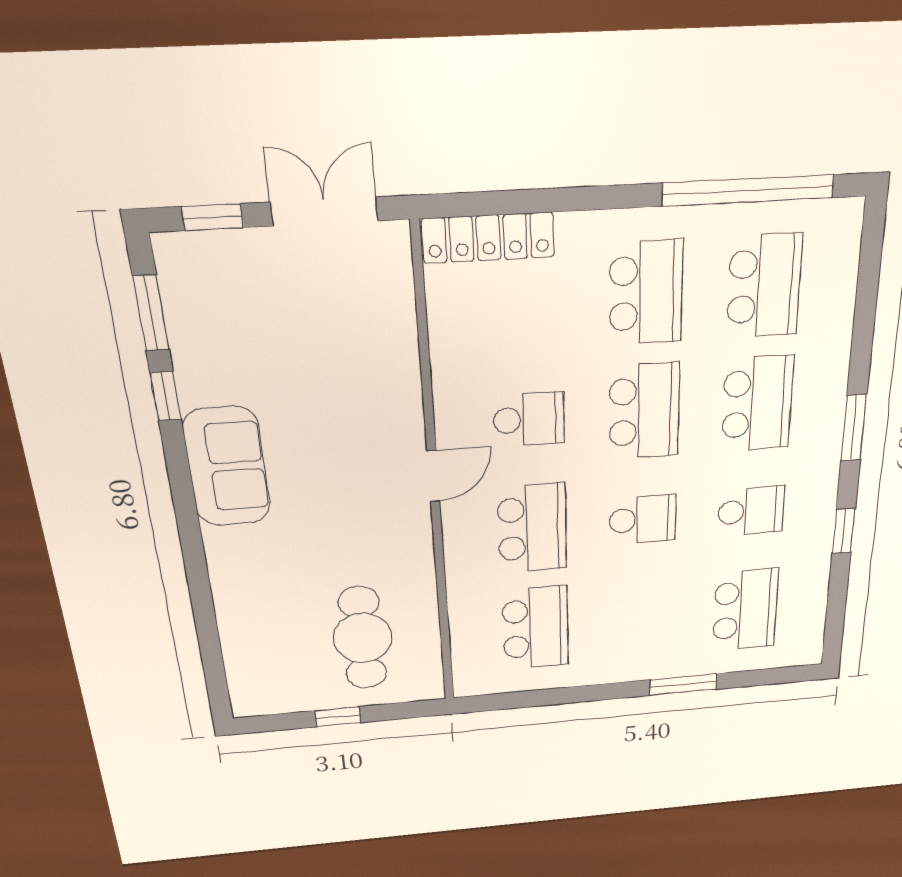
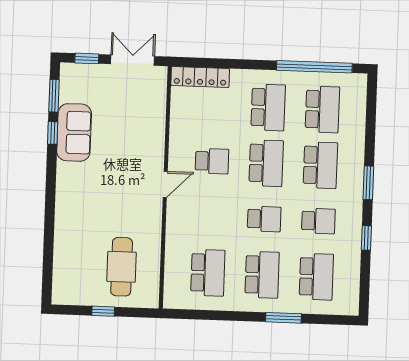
sofa: (227, 467) -> (74, 132), moved
school desk: (532, 528) -> (262, 275), moved

